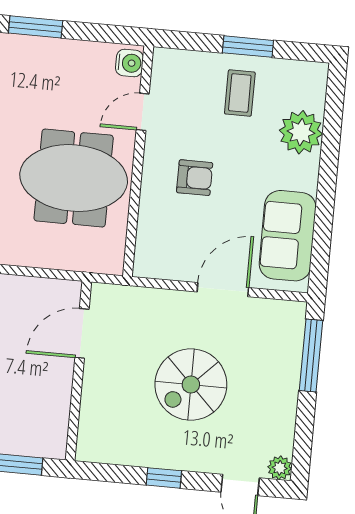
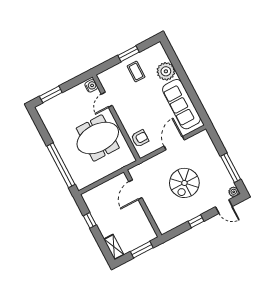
armchair: (195, 178) -> (140, 138), moved
sofa: (288, 236) -> (181, 104), width x1.36
window: (311, 355) -> (231, 168), moved

